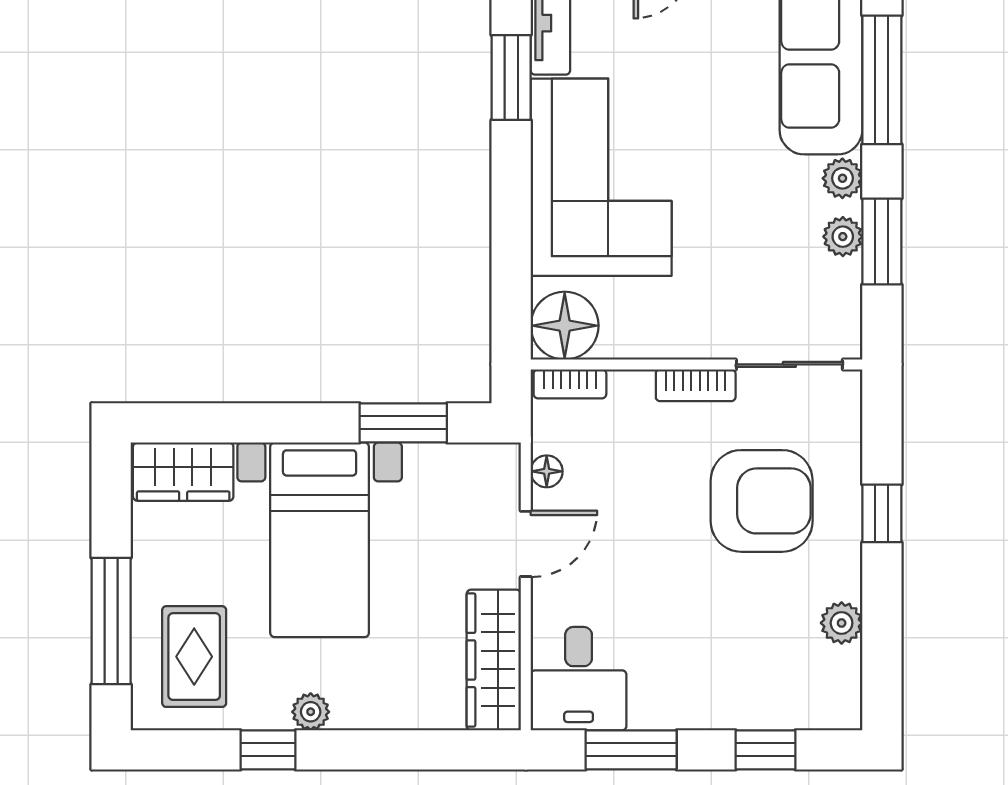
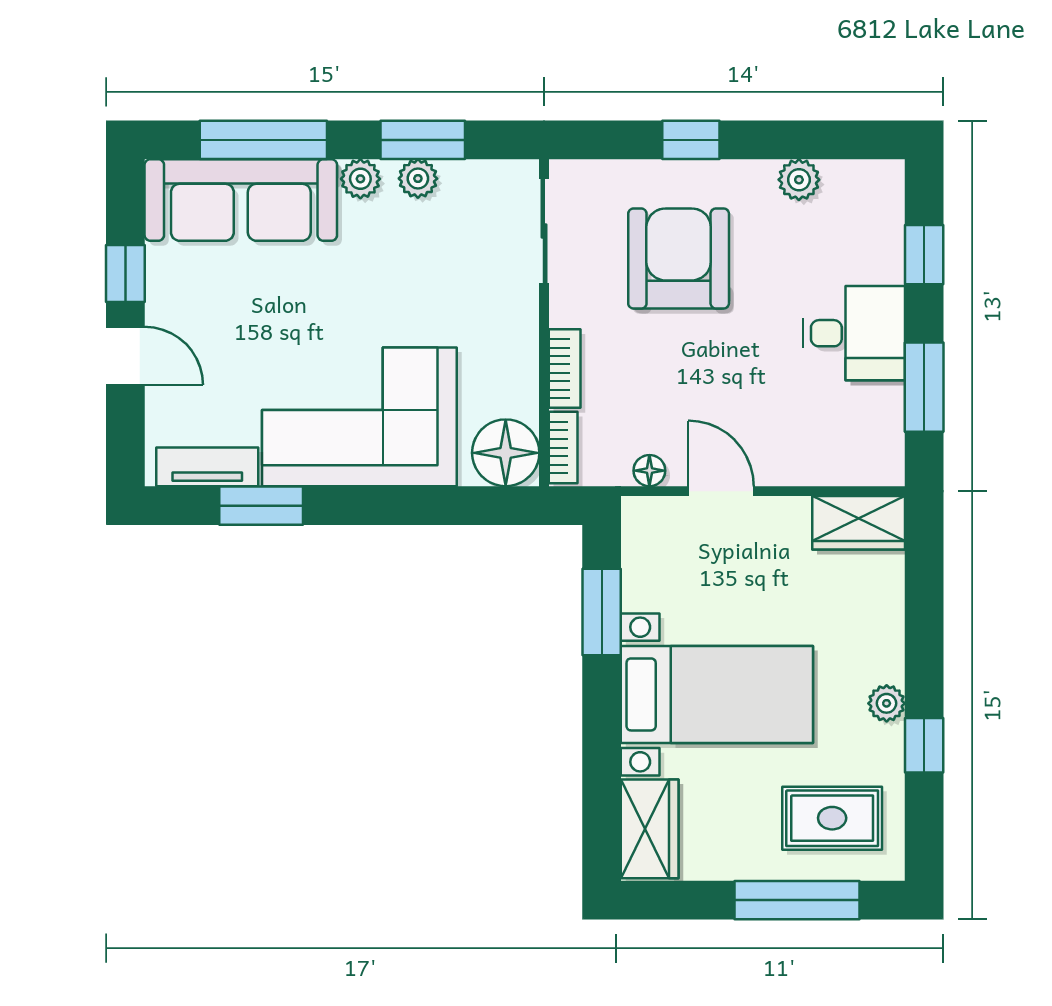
bookcase: (696, 385) -> (565, 369), moved
wardrobe: (494, 660) -> (859, 523), width x0.67
desk: (579, 679) -> (854, 333), moved

